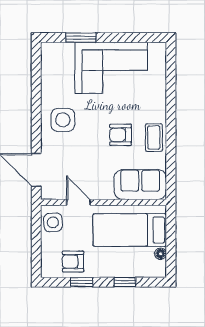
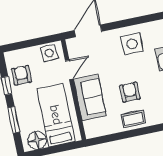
sofa: (140, 185) -> (90, 98), moved
floor lamp: (161, 254) -> (37, 140), width x1.89, depth x1.89
window: (125, 282) -> (14, 120), width x1.50

